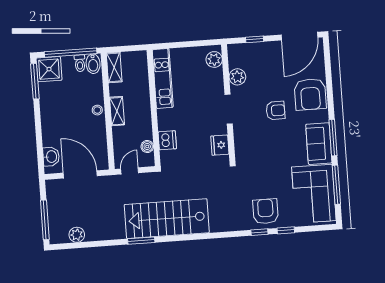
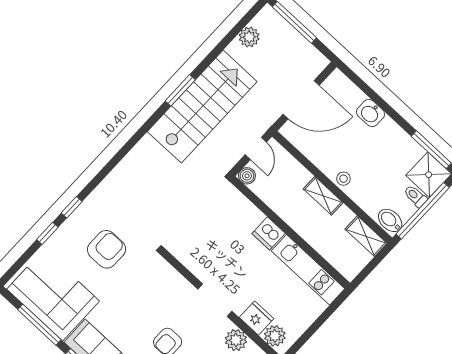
toilet: (80, 63) -> (415, 196), moved
dishwasher: (167, 140) -> (269, 233), moved
fridge: (220, 145) -> (257, 318), moved
boiler: (147, 146) -> (247, 176), moved
washbasin: (51, 157) -> (370, 113), moved
armchair: (266, 211) -> (107, 249), moved, turned -90
stairs: (167, 219) -> (202, 107), moved

